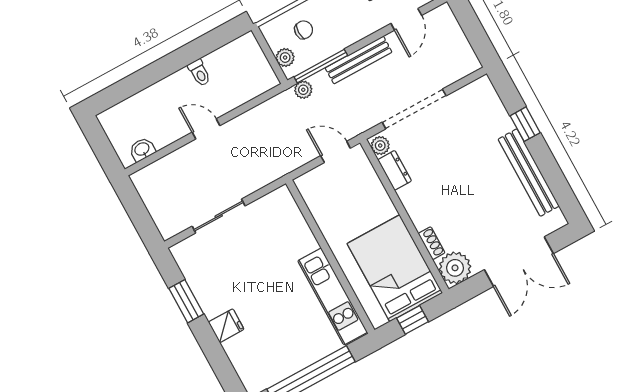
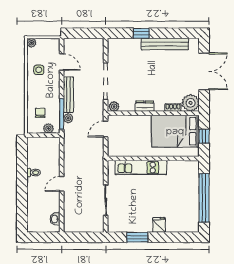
plant: (303, 90) -> (68, 118), moved
dresser: (395, 170) -> (145, 106), moved
kitchen unit: (333, 297) -> (141, 168), moved

